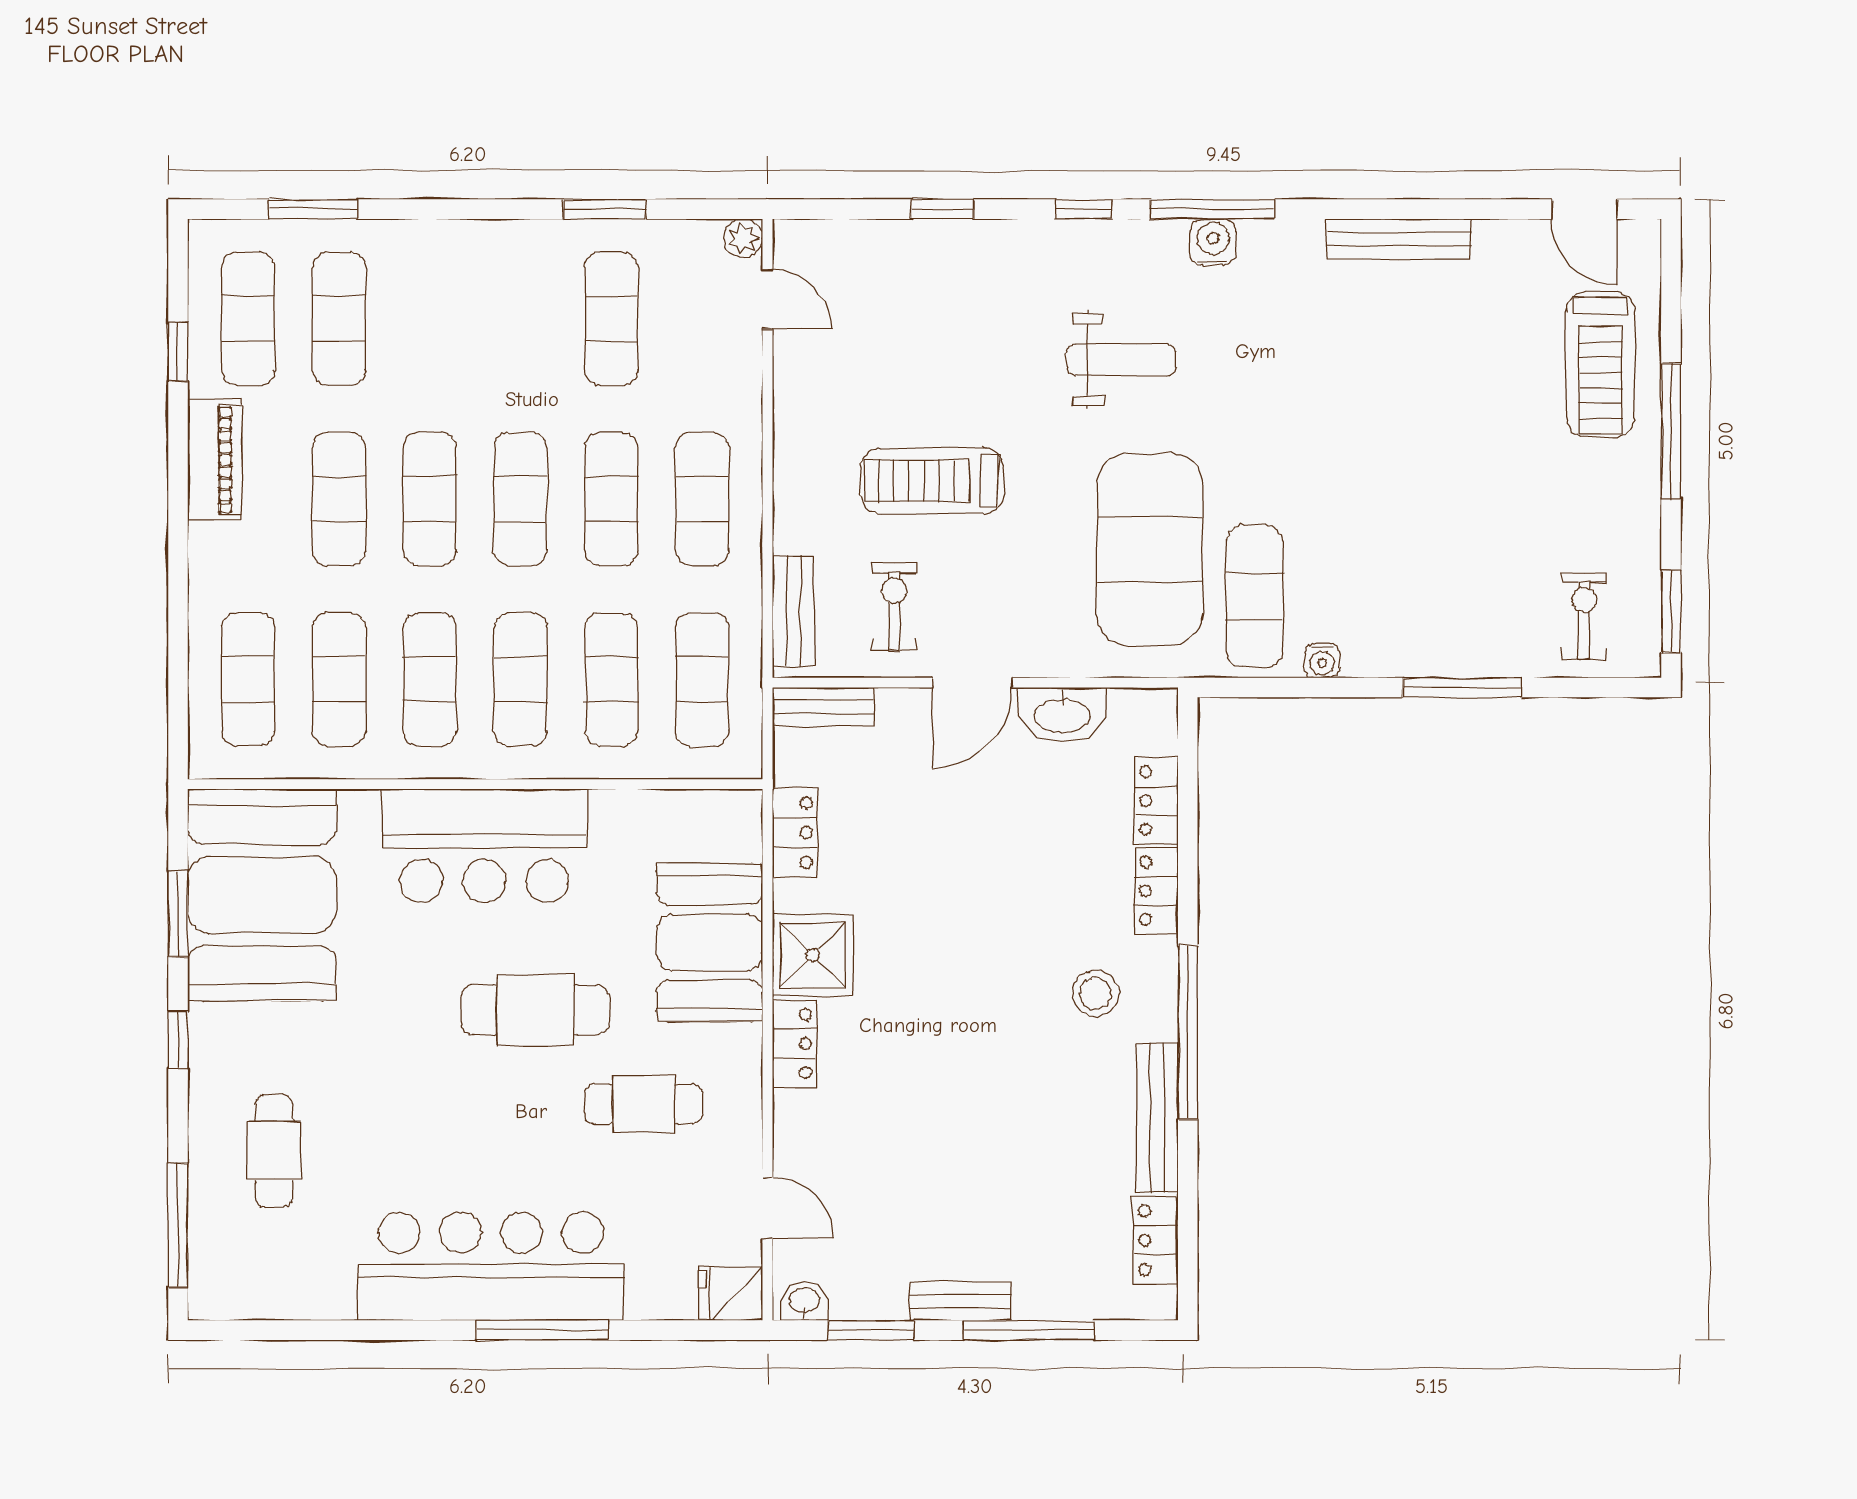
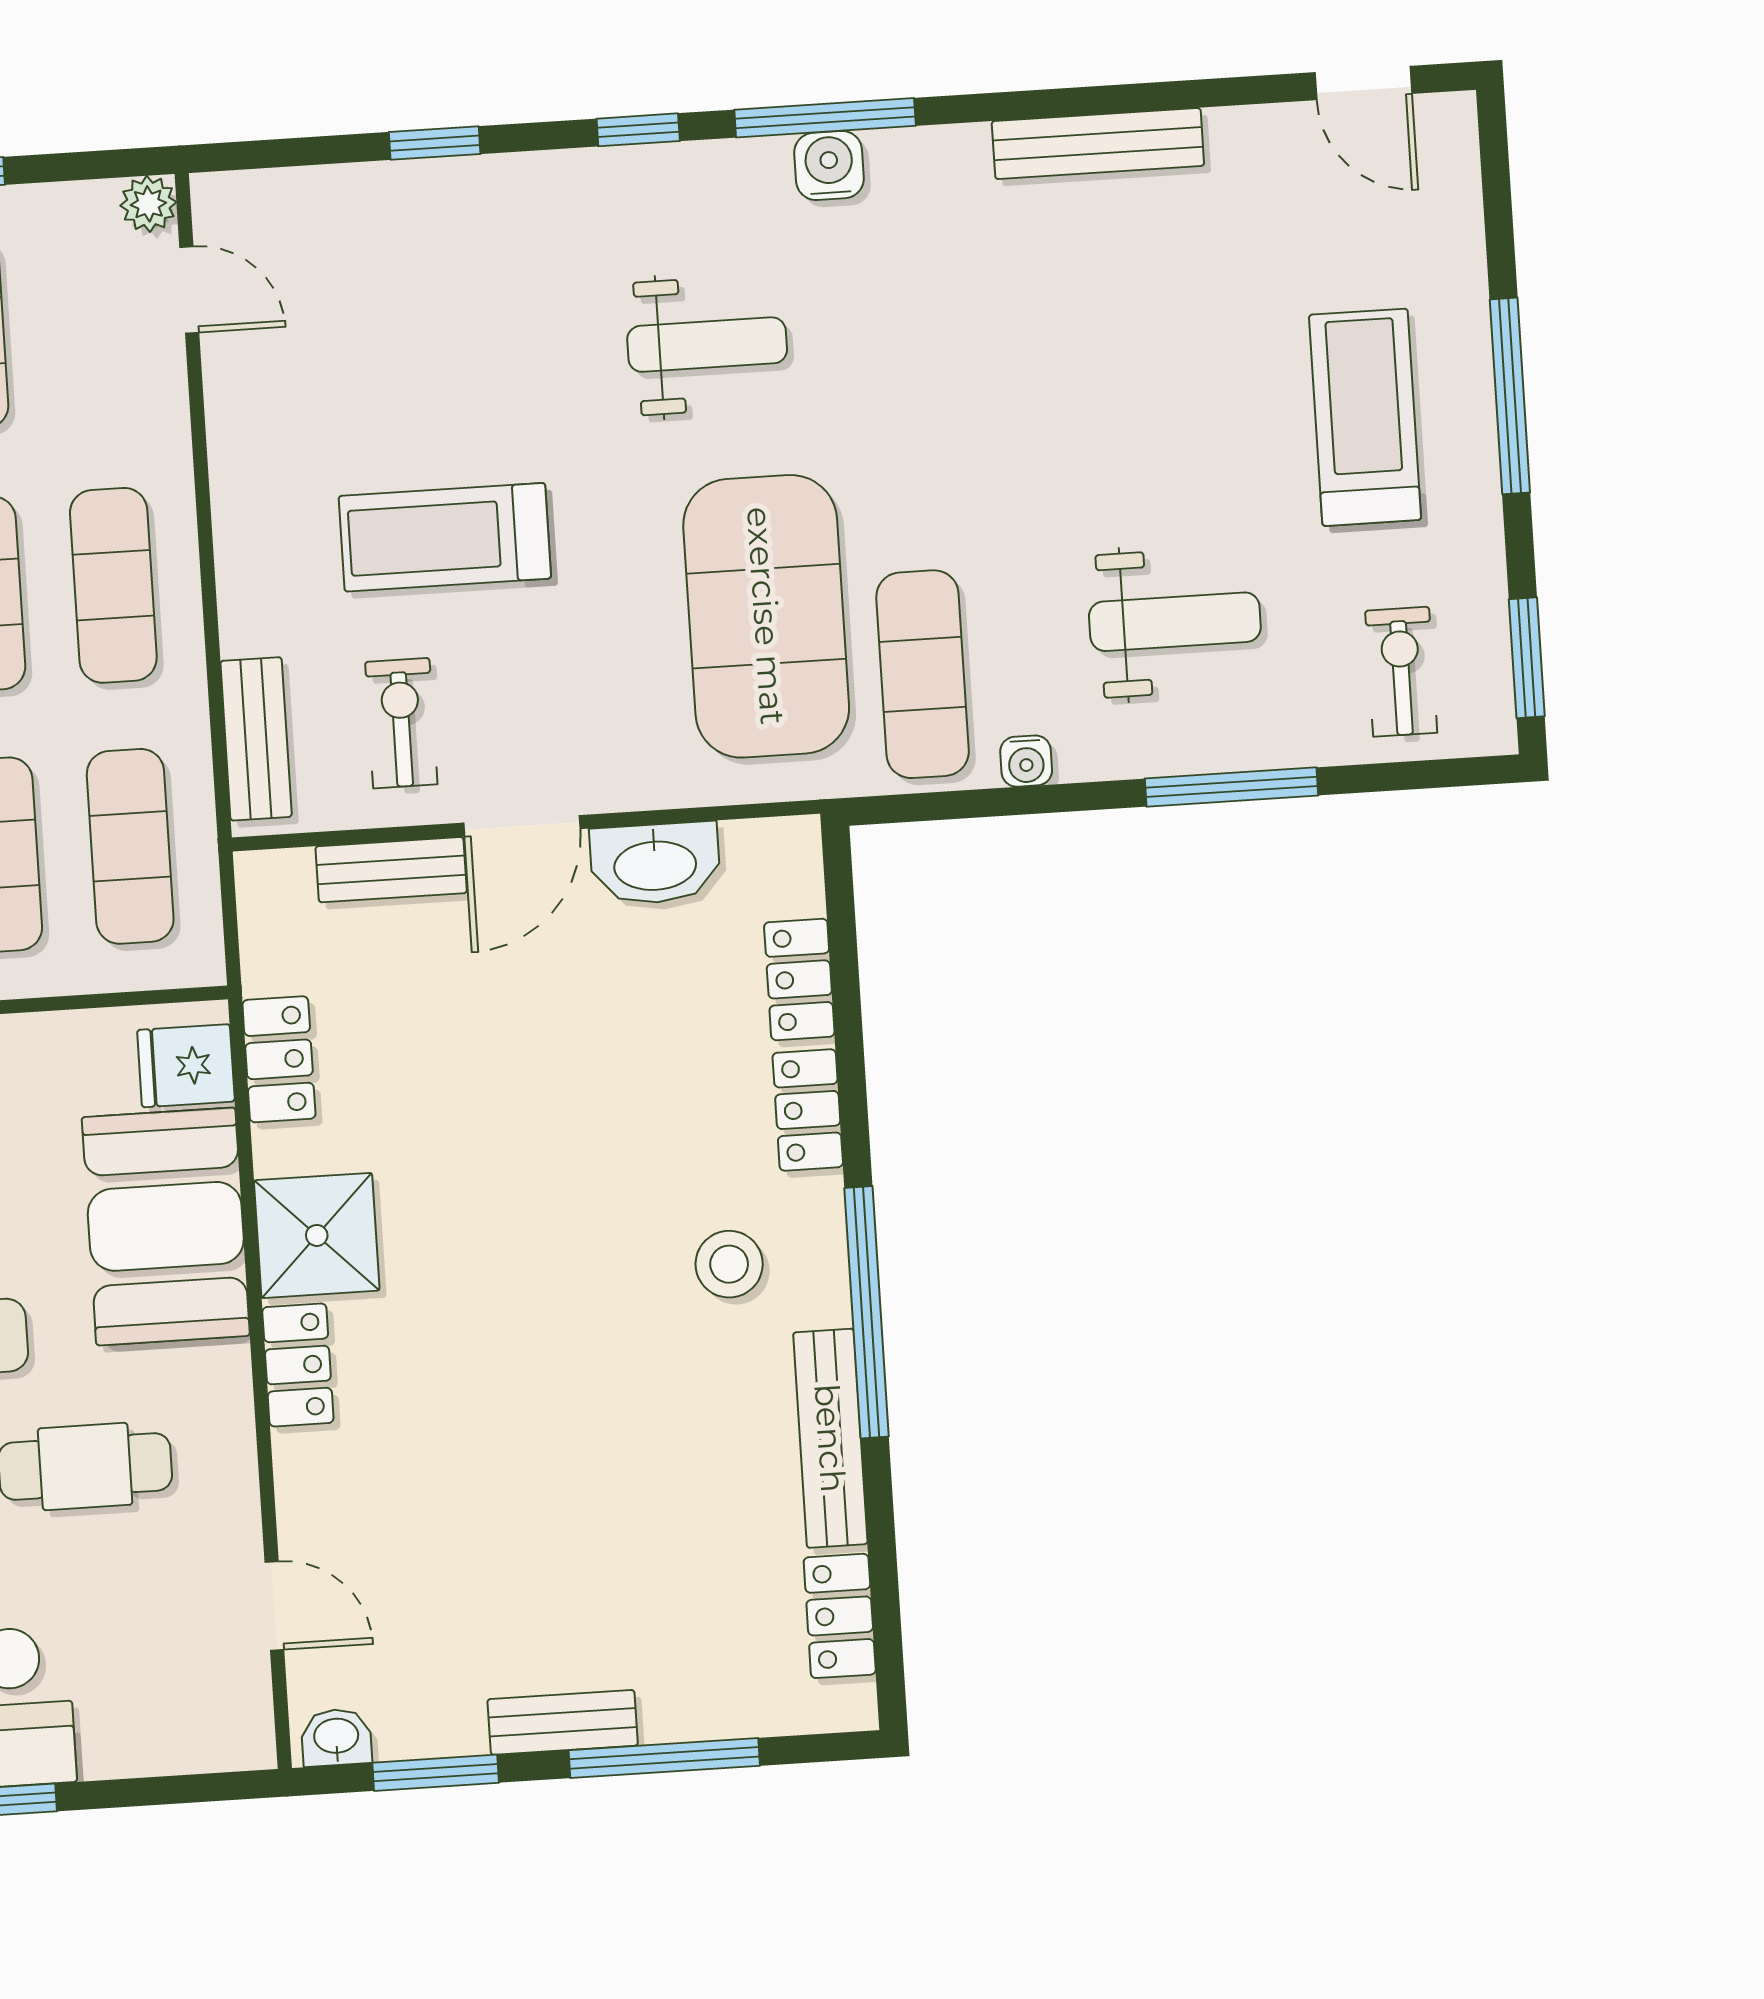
treadmill: (1600, 365) -> (1365, 417), moved, turned 180
weight bench: (1431, 571) -> (1175, 622), added
bench: (823, 707) -> (391, 870), moved
fridge: (731, 1294) -> (186, 1066), moved

